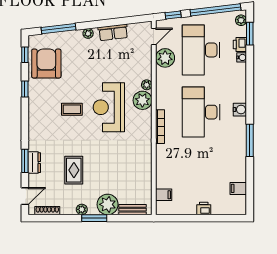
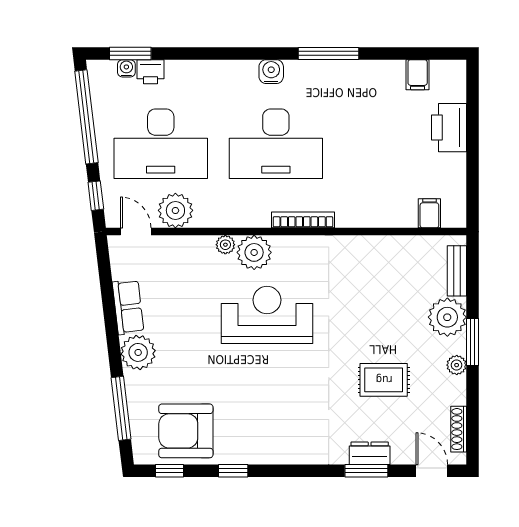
plant: (241, 20) -> (106, 70), removed
plant: (88, 33) -> (138, 352), width x1.88, depth x1.88
water cooler: (242, 57) -> (126, 68), moved
reception desk: (109, 107) -> (267, 315), turned 180
coffee table: (72, 109) -> (271, 383), removed
printer: (204, 208) -> (449, 128), width x1.87, depth x1.48

